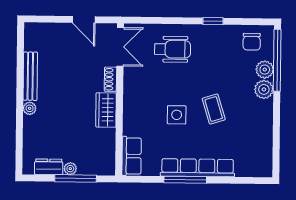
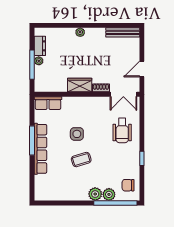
bench: (30, 76) -> (123, 32), moved

